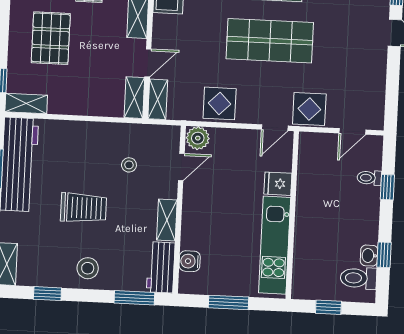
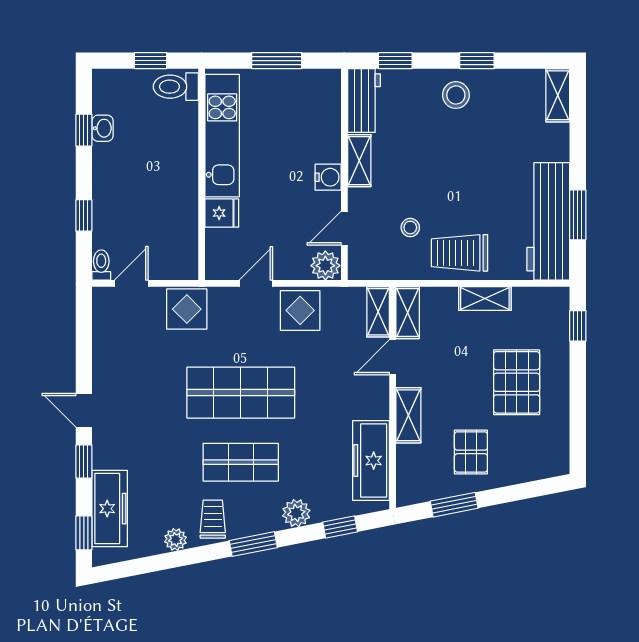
shelving: (26, 104) -> (485, 298), moved
door: (275, 128) -> (256, 283), moved
toilet: (369, 178) -> (101, 265), moved, turned -90
trolley: (84, 208) -> (459, 253), moved
water cooler: (190, 261) -> (328, 177), moved
toilet: (358, 278) -> (176, 87), moved, turned 180
window: (47, 294) -> (477, 61), moved
window: (134, 298) -> (395, 61), width x0.67

